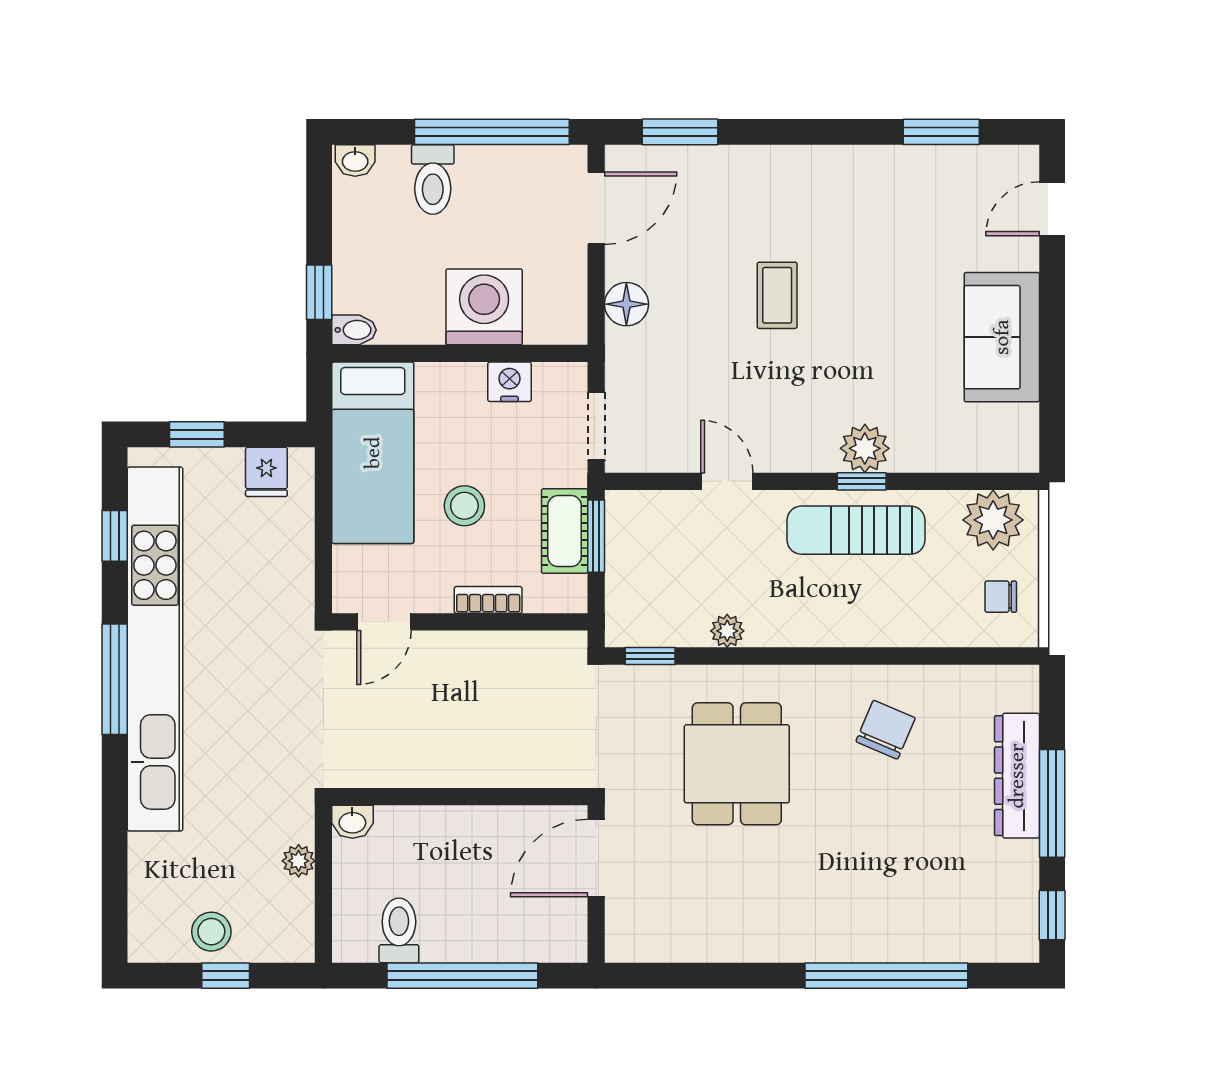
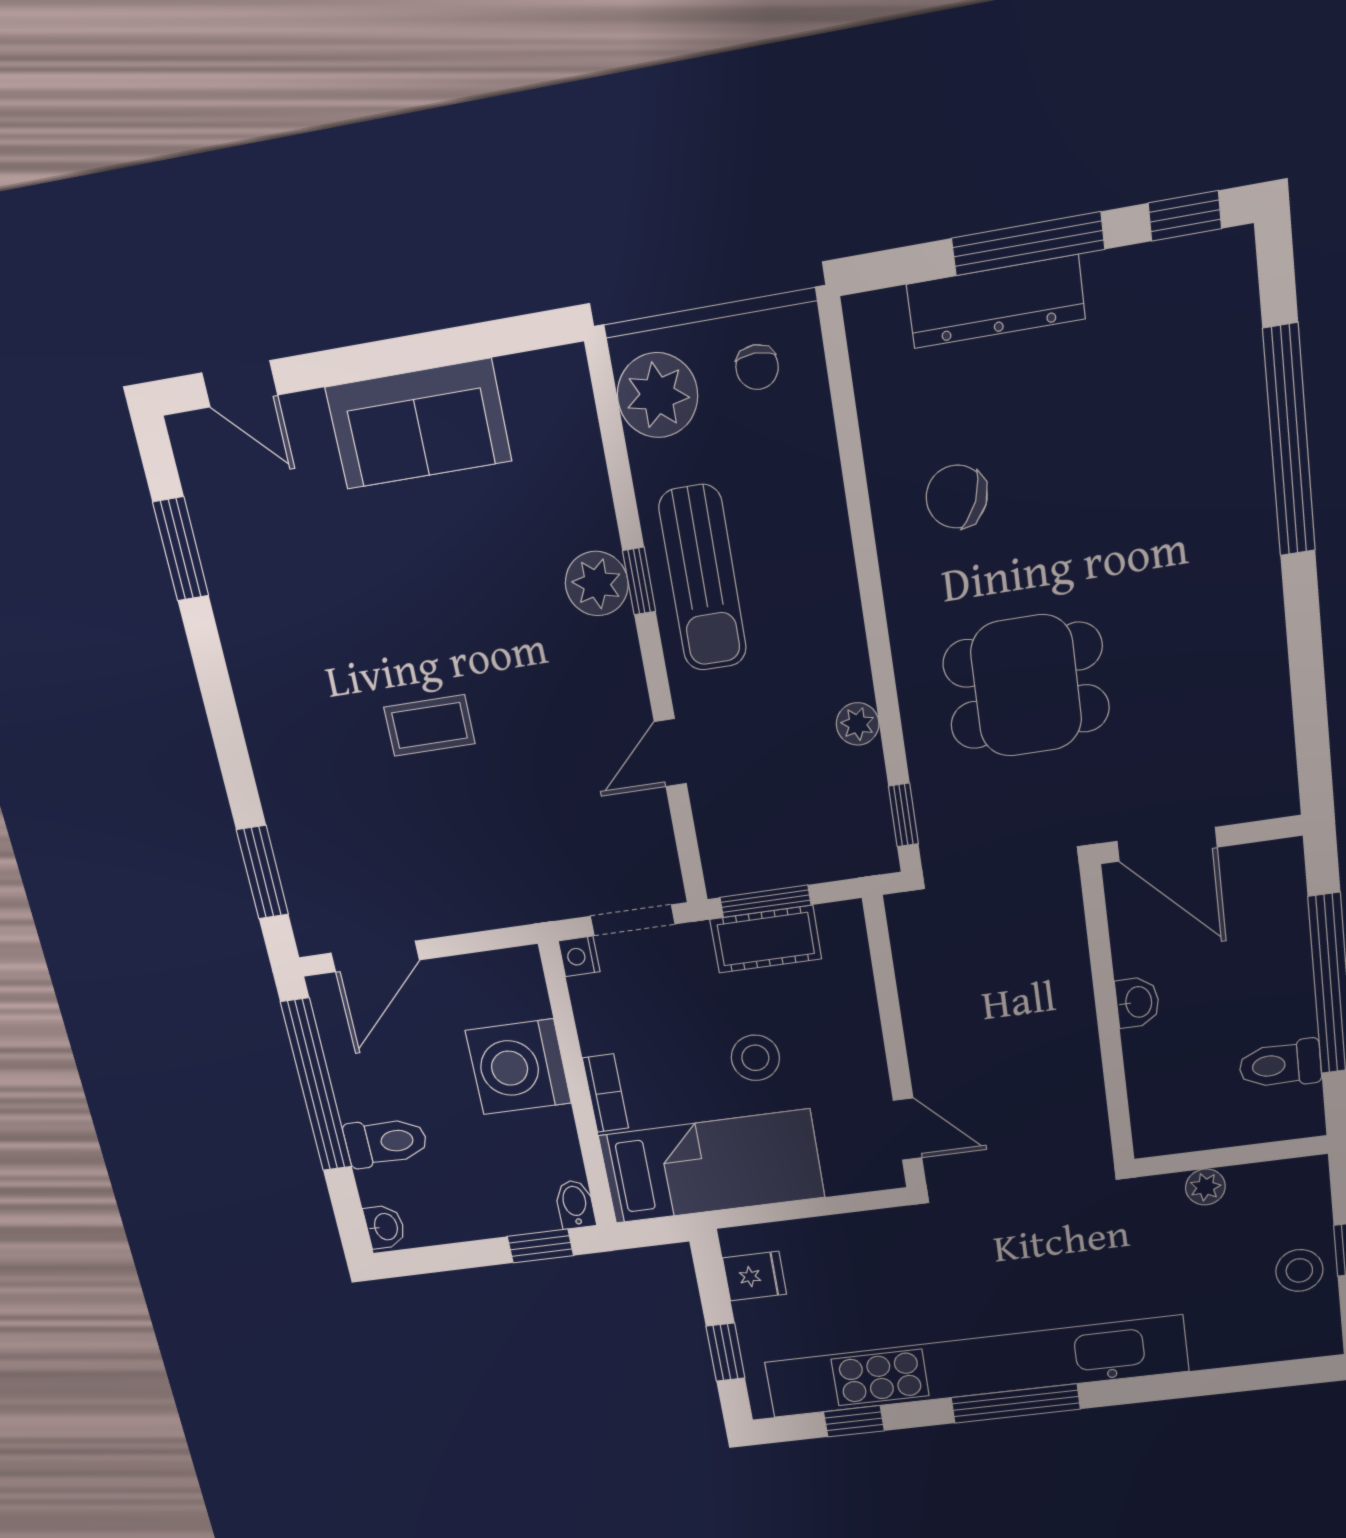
door: (596, 208) -> (375, 957), swing flipped
floor lamp: (626, 304) -> (480, 905), removed
nightstand: (510, 382) -> (579, 956), moved, width x0.72, depth x0.74
bookcase: (488, 600) -> (606, 1093), moved, turned 180
washbasin: (352, 822) -> (1137, 1002), moved

